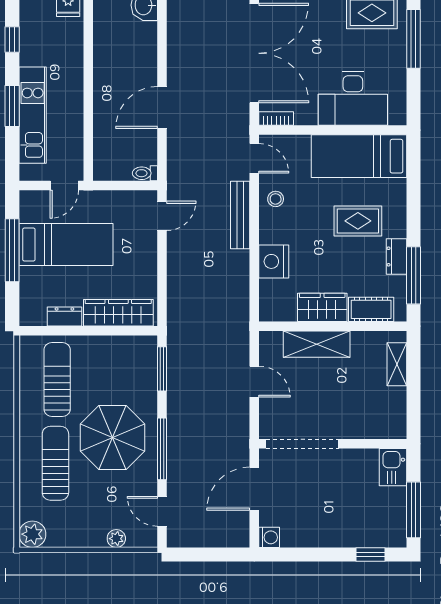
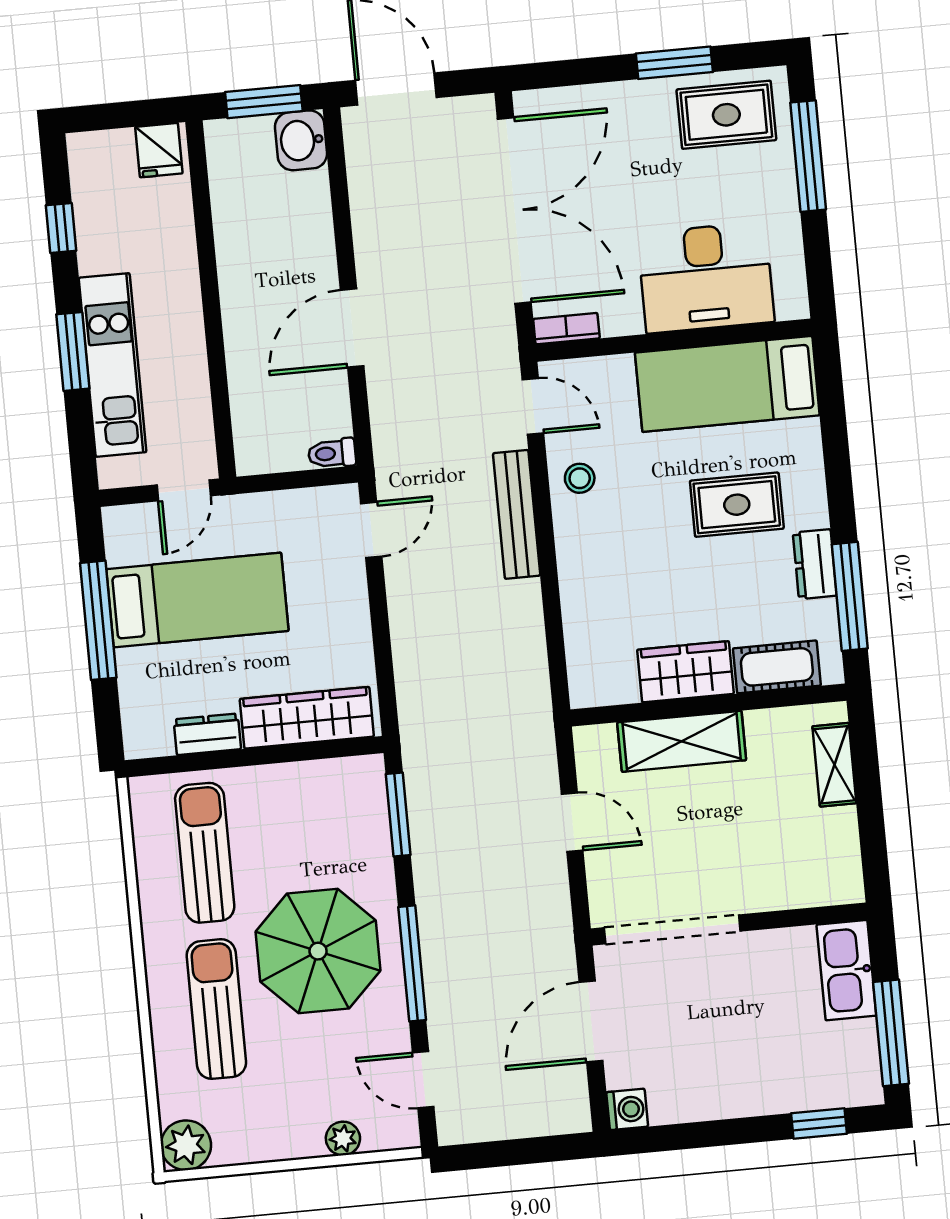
nightstand: (274, 261) -> (587, 595), removed
kitchen sink: (393, 467) -> (846, 970), width x1.38

